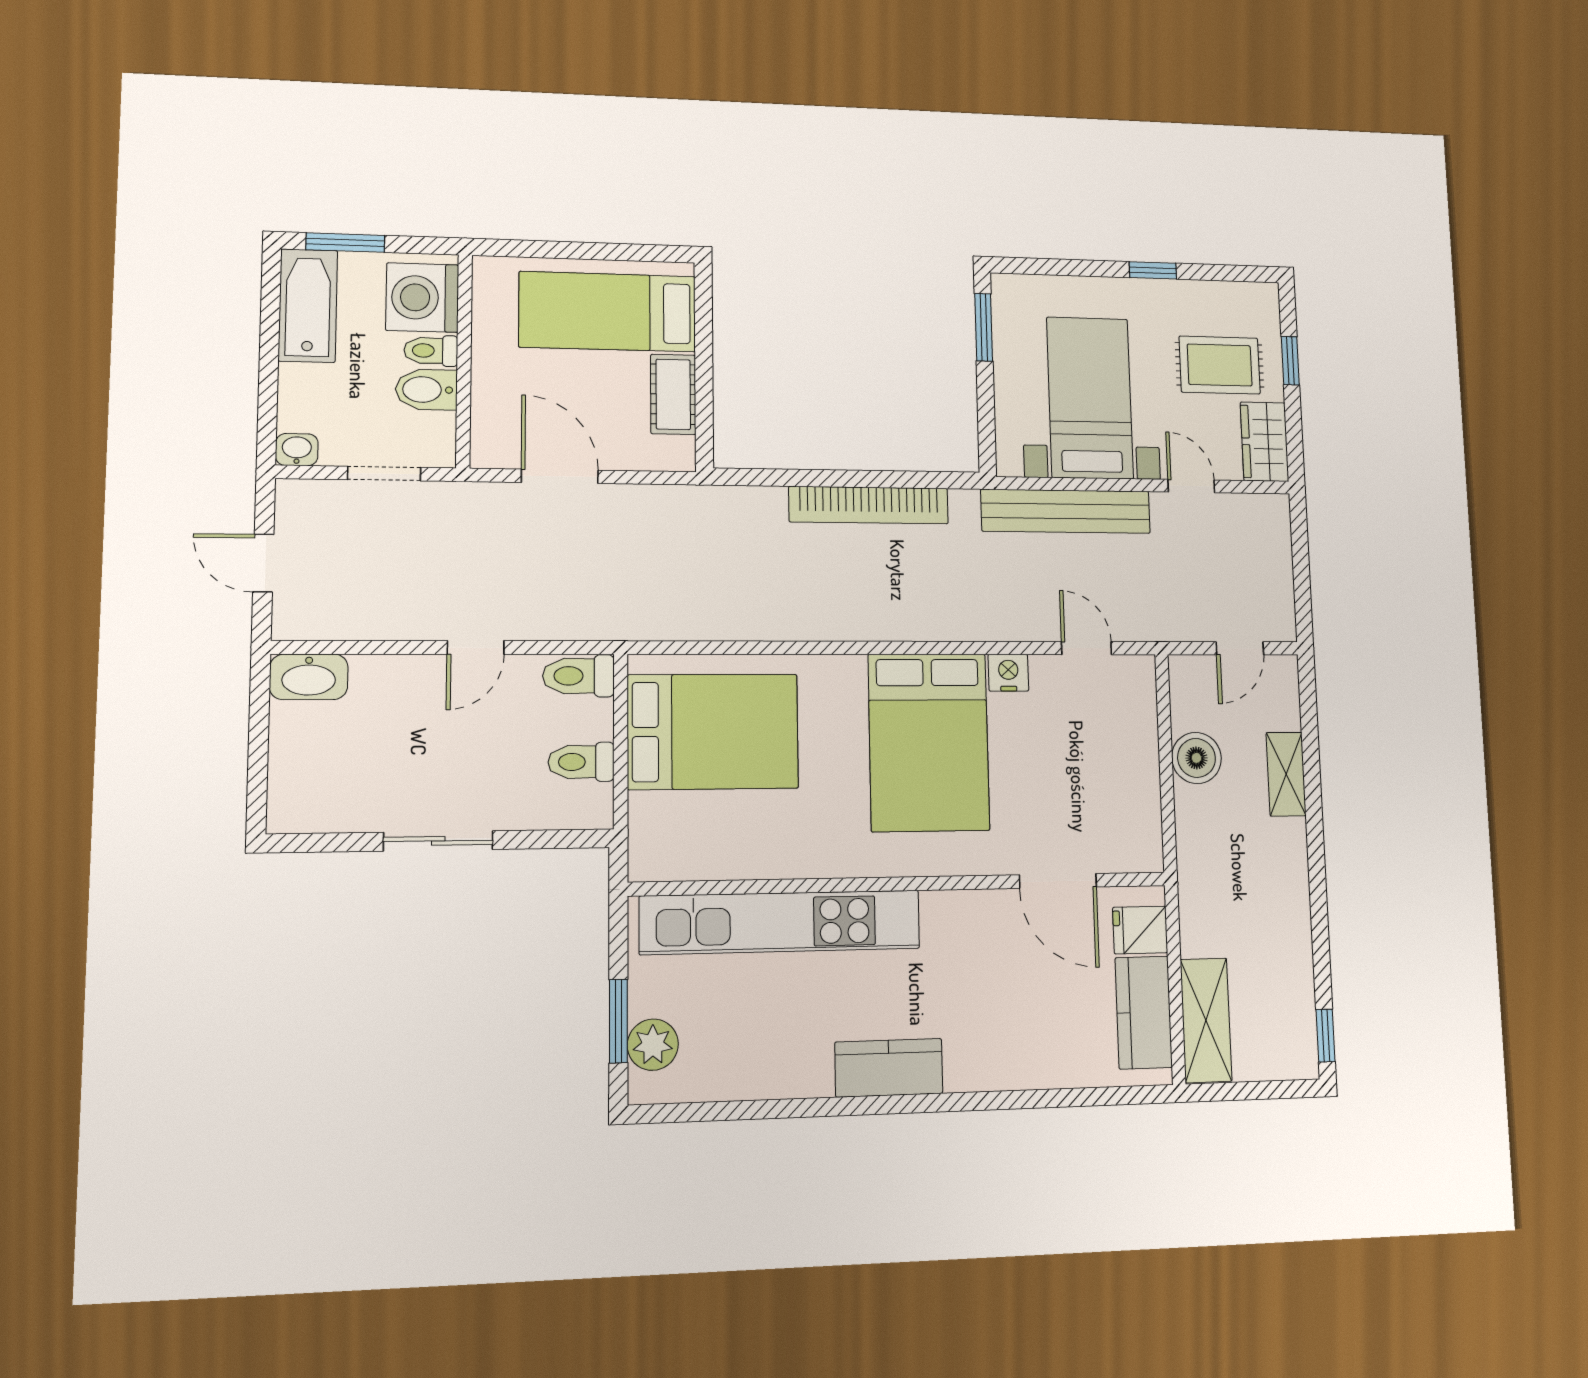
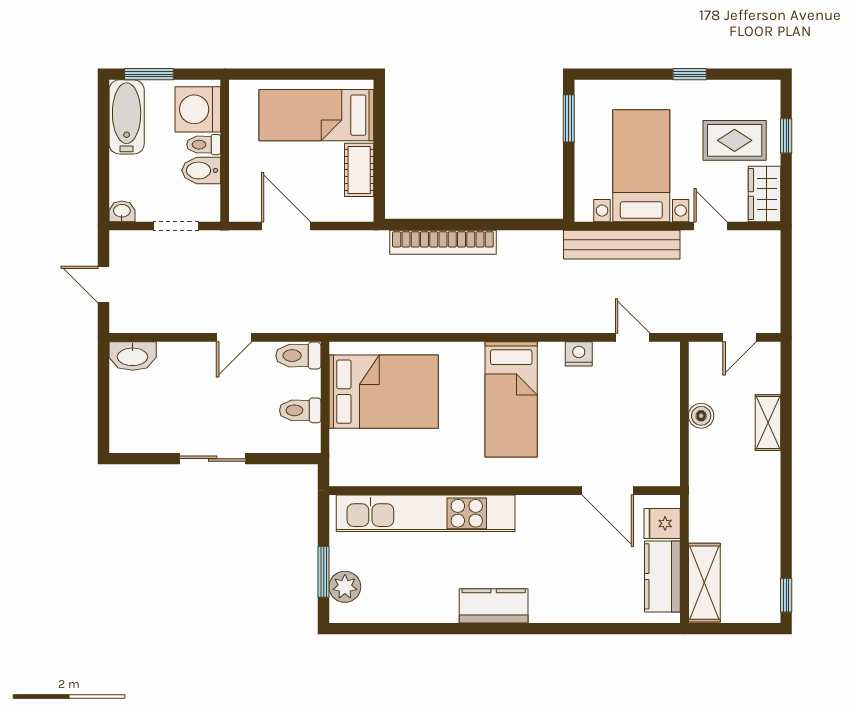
bookcase: (869, 505) -> (443, 242), moved
bed: (929, 742) -> (511, 399), width x0.67
boiler: (1196, 758) -> (701, 416), width x0.73, depth x0.73

